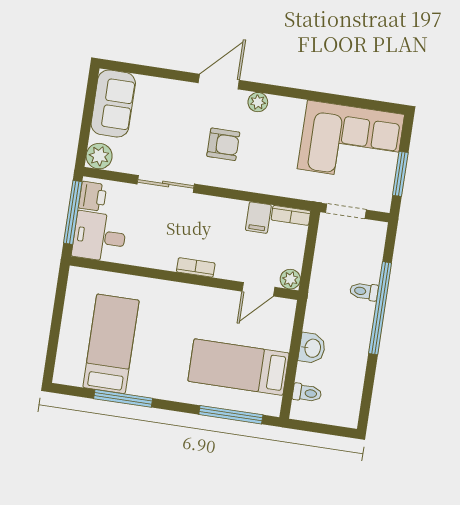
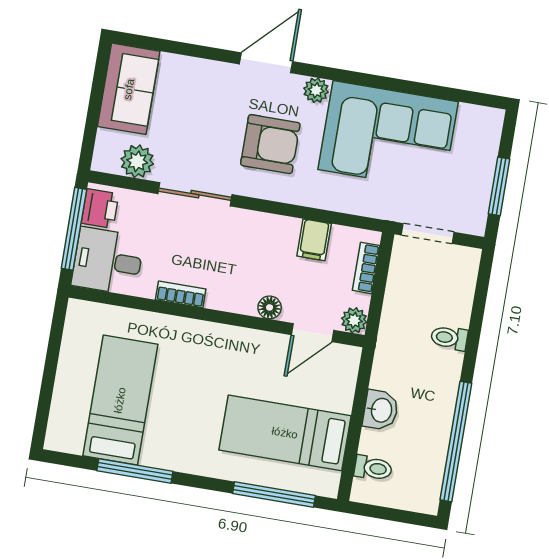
corner sofa: (351, 142) -> (388, 136), moved
armchair: (223, 144) -> (270, 144), width x1.38, depth x1.38
plant: (99, 156) -> (137, 161), moved
bookcase: (291, 215) -> (366, 268), moved, turned 90
bookcase: (196, 267) -> (181, 294), moved
floor lamp: (225, 270) -> (270, 307), added
window: (380, 308) -> (456, 442), moved

